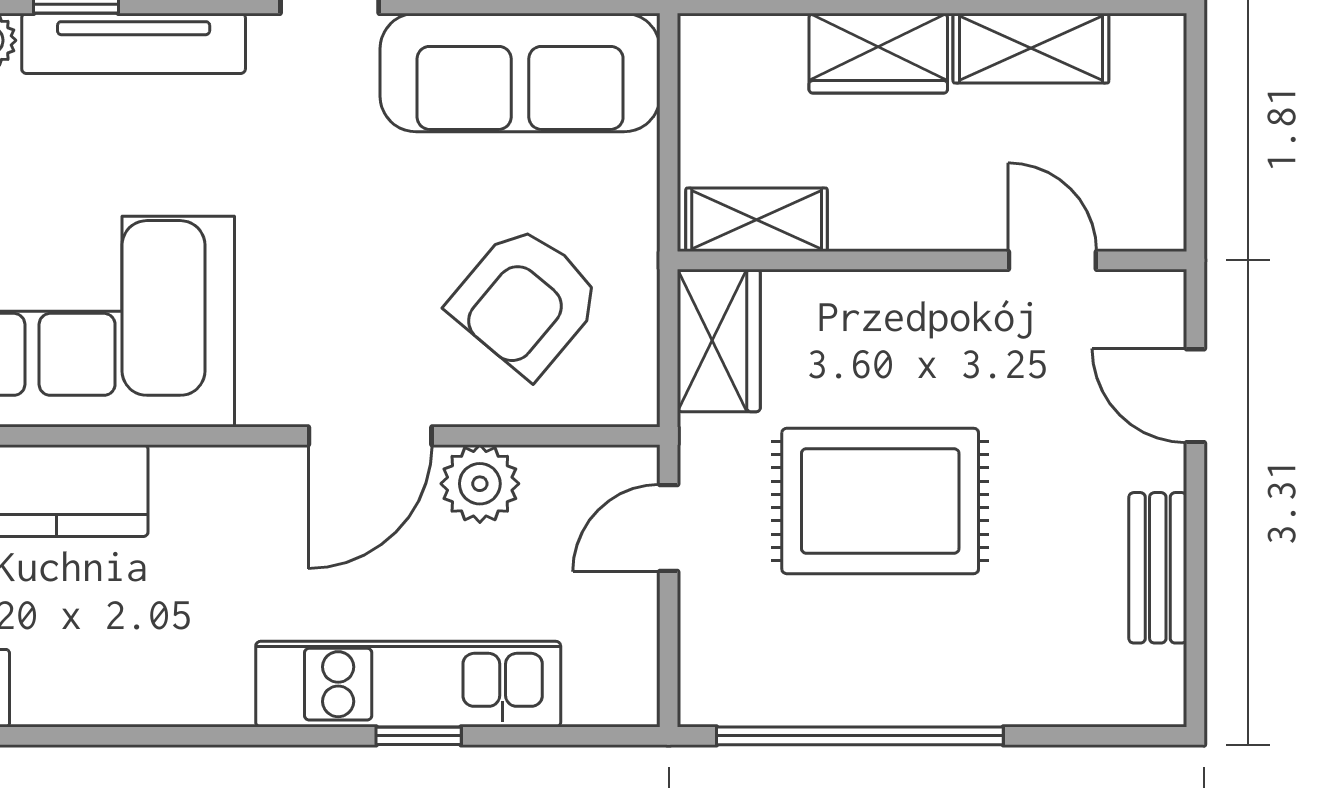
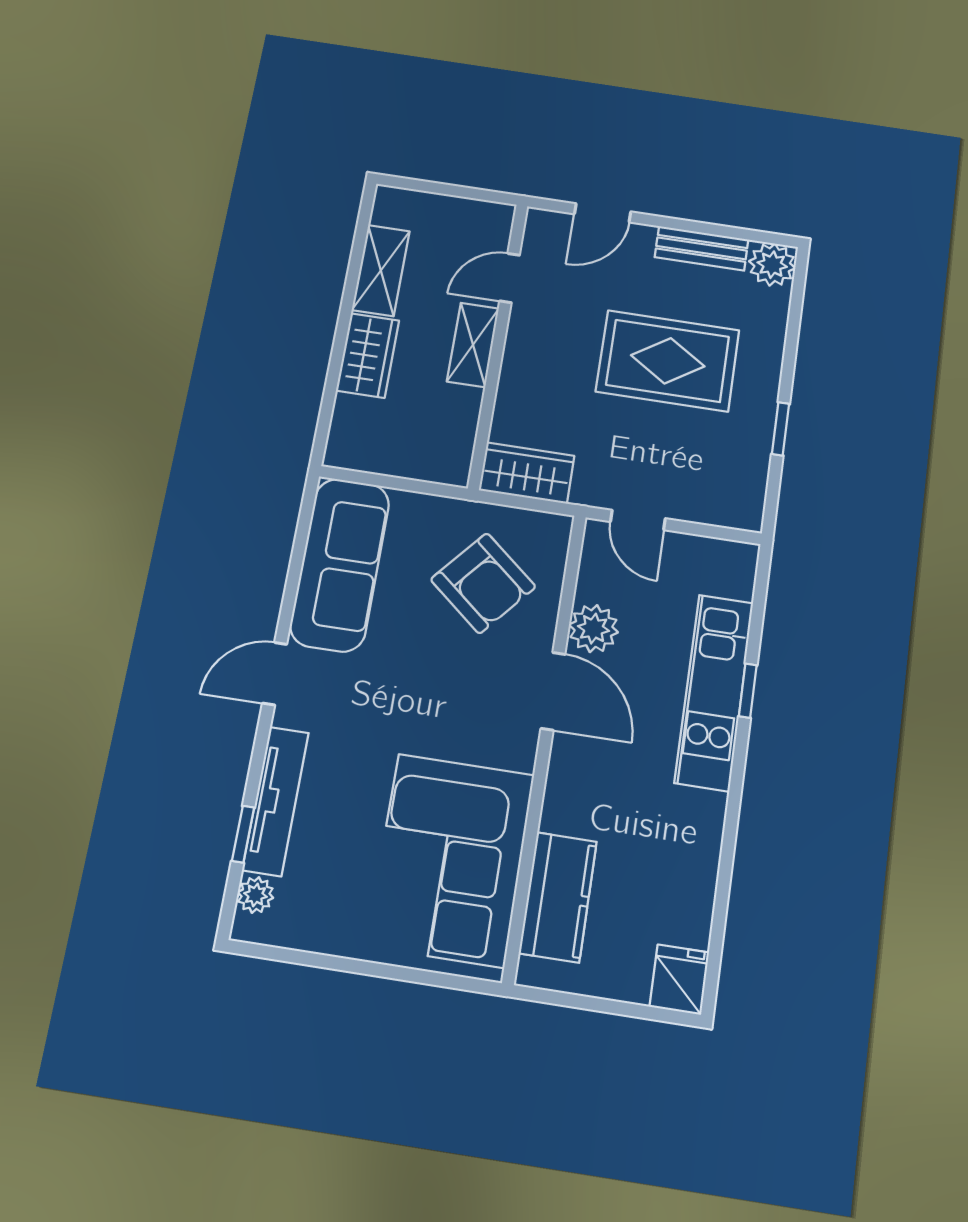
shelving: (757, 220) -> (473, 345), moved
rug: (880, 501) -> (668, 361), moved, turned 90
plant: (1148, 688) -> (772, 265), added
window: (860, 736) -> (781, 429), width x0.32

